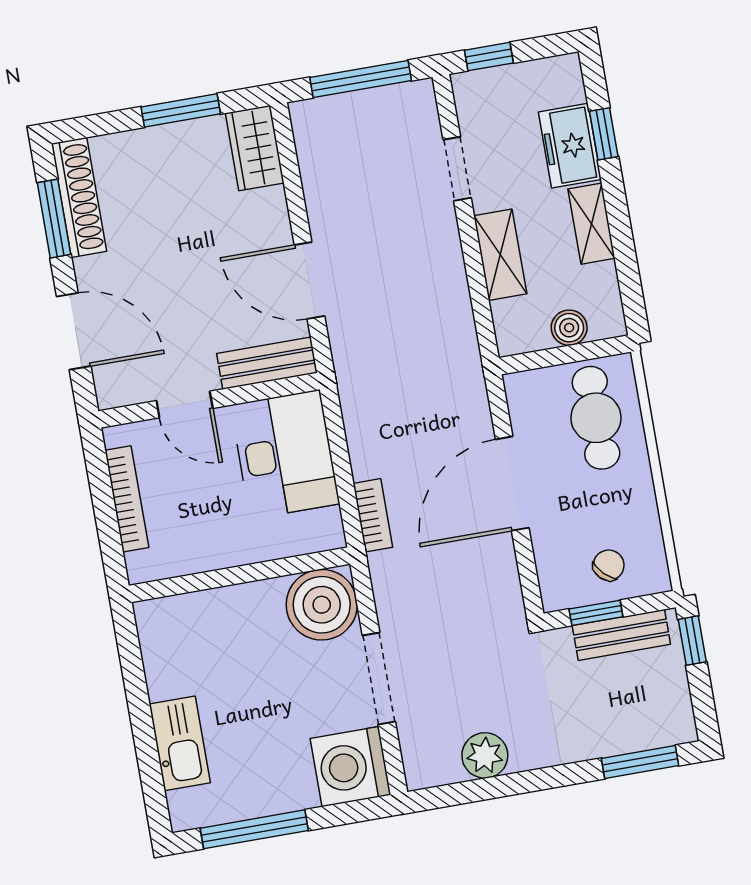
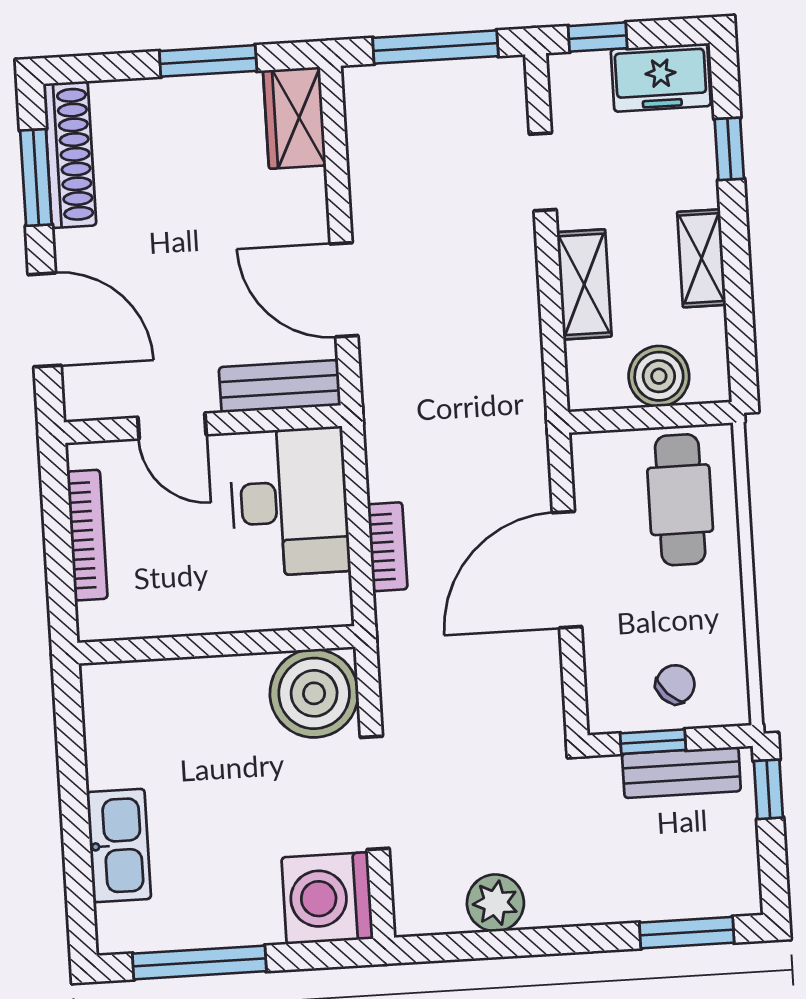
freezer: (570, 146) -> (661, 78), moved, turned -90
boiler: (569, 328) -> (659, 376), width x1.36, depth x1.36
bookcase: (373, 515) -> (387, 547), moved

